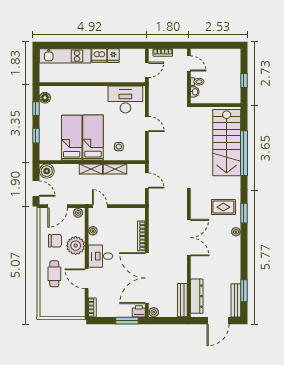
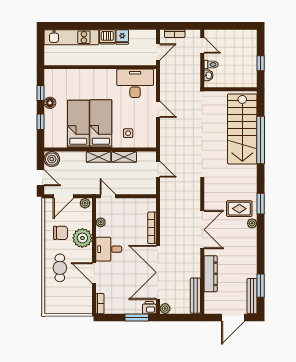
floor lamp: (45, 98) -> (50, 103), moved
rug: (223, 207) -> (239, 209), moved
dresser: (197, 296) -> (211, 274), moved

